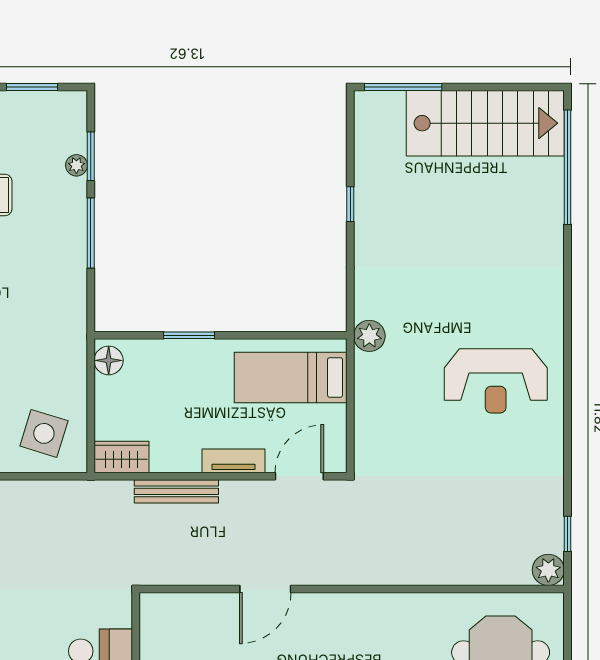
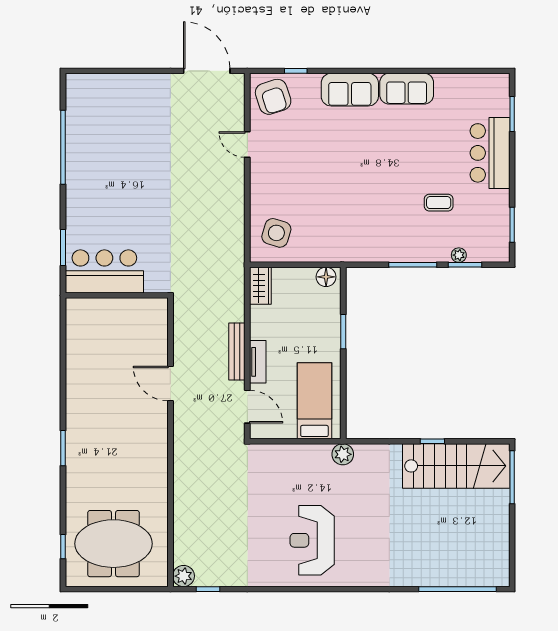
stairs: (485, 123) -> (456, 466), moved, turned -90
bench: (176, 491) -> (237, 351), moved

